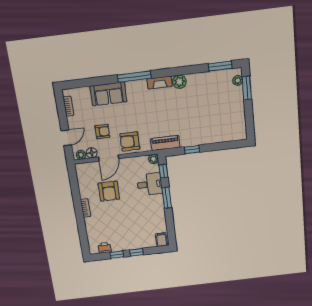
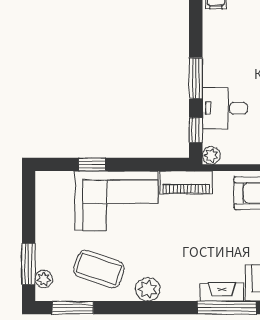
fireplace: (160, 83) -> (222, 292), moved
coffee table: (208, 90) -> (99, 269), added
corner sofa: (202, 129) -> (116, 201), added
window: (192, 150) -> (92, 164), moved

